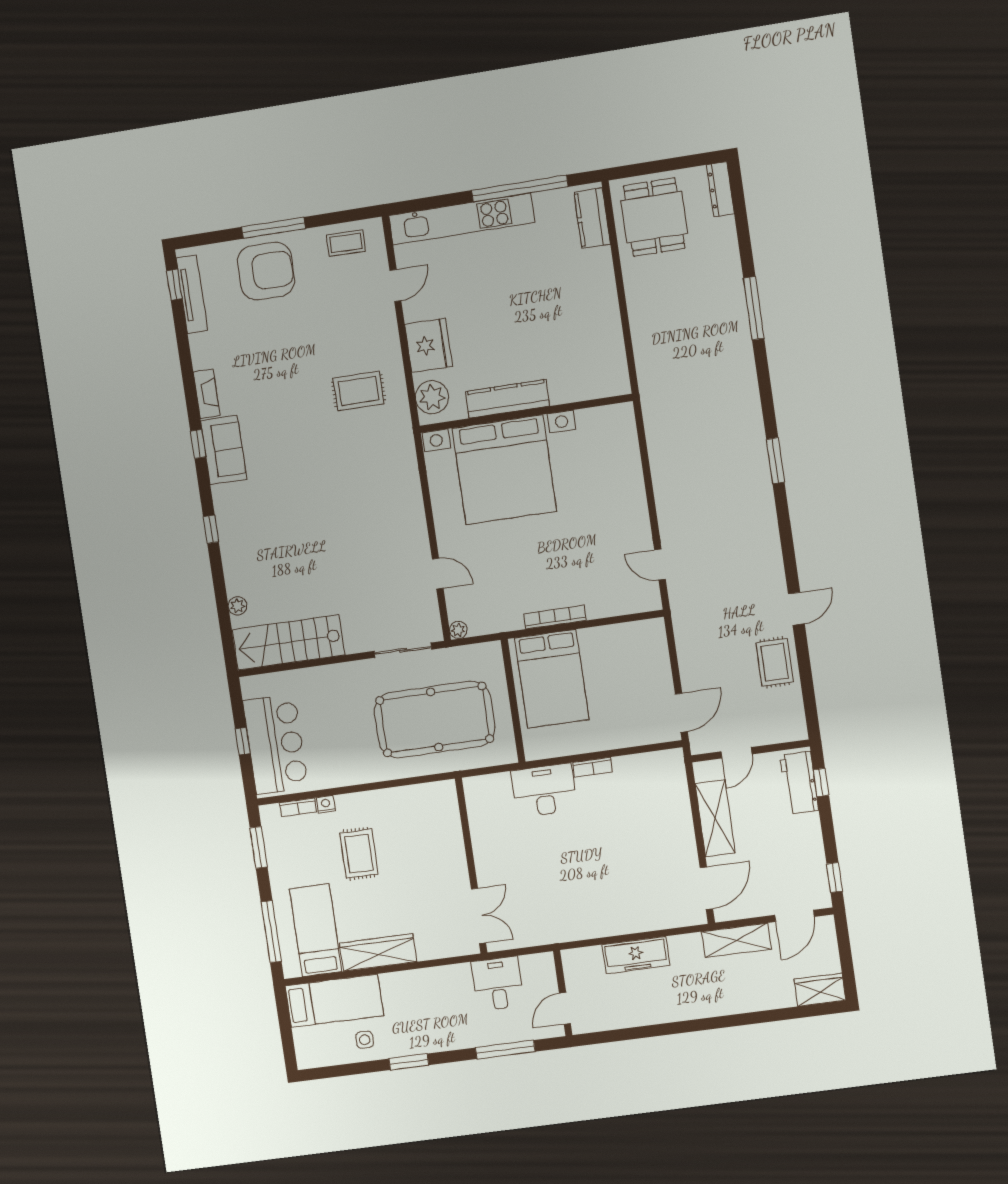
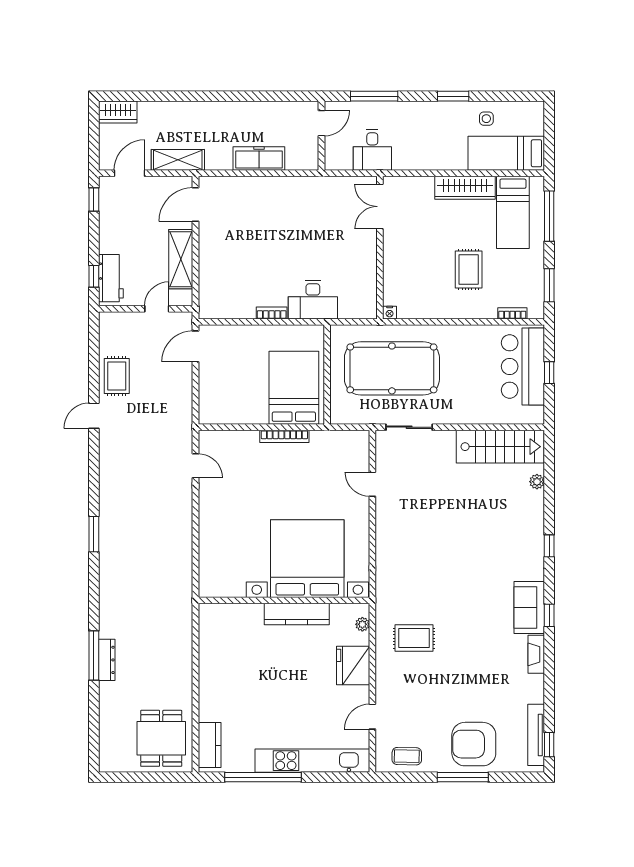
dresser: (720, 189) -> (107, 660), moved
plant: (432, 397) -> (362, 624), width x0.53, depth x0.53
plant: (458, 630) -> (362, 437), removed
nightstand: (326, 804) -> (390, 313), moved

